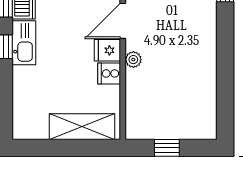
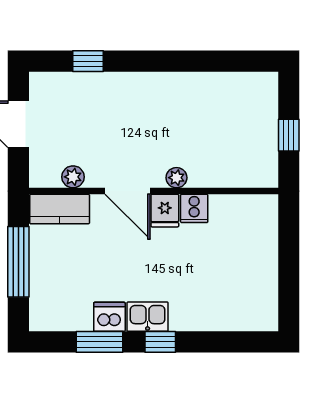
kitchen sink: (24, 43) -> (148, 317), width x0.73
shelving: (82, 127) -> (262, 243), removed

